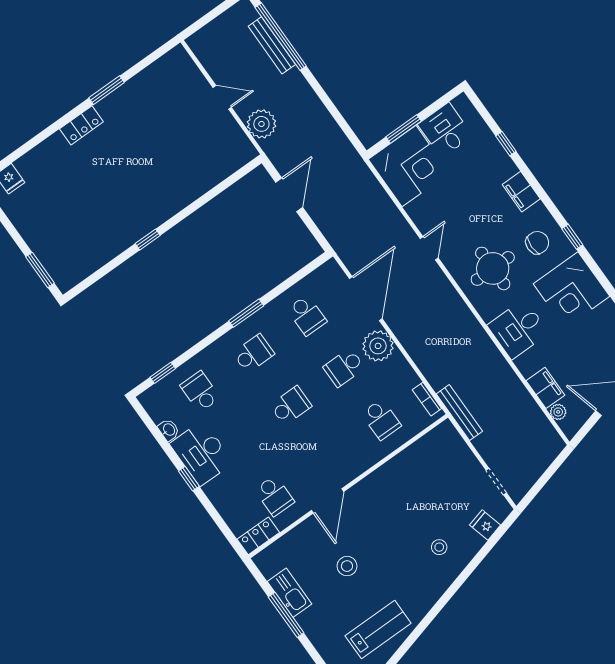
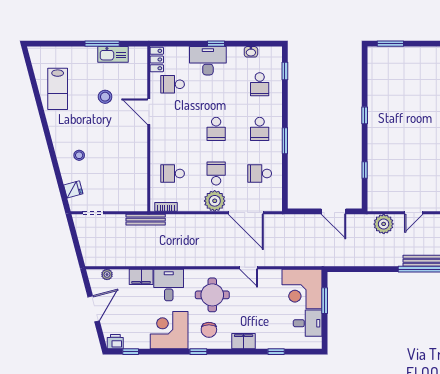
window: (213, 193) -> (365, 170), added
filing cabinet: (545, 388) -> (141, 277), moved
school desk: (200, 392) -> (260, 84), turned 90
desk: (201, 453) -> (208, 61), moved

